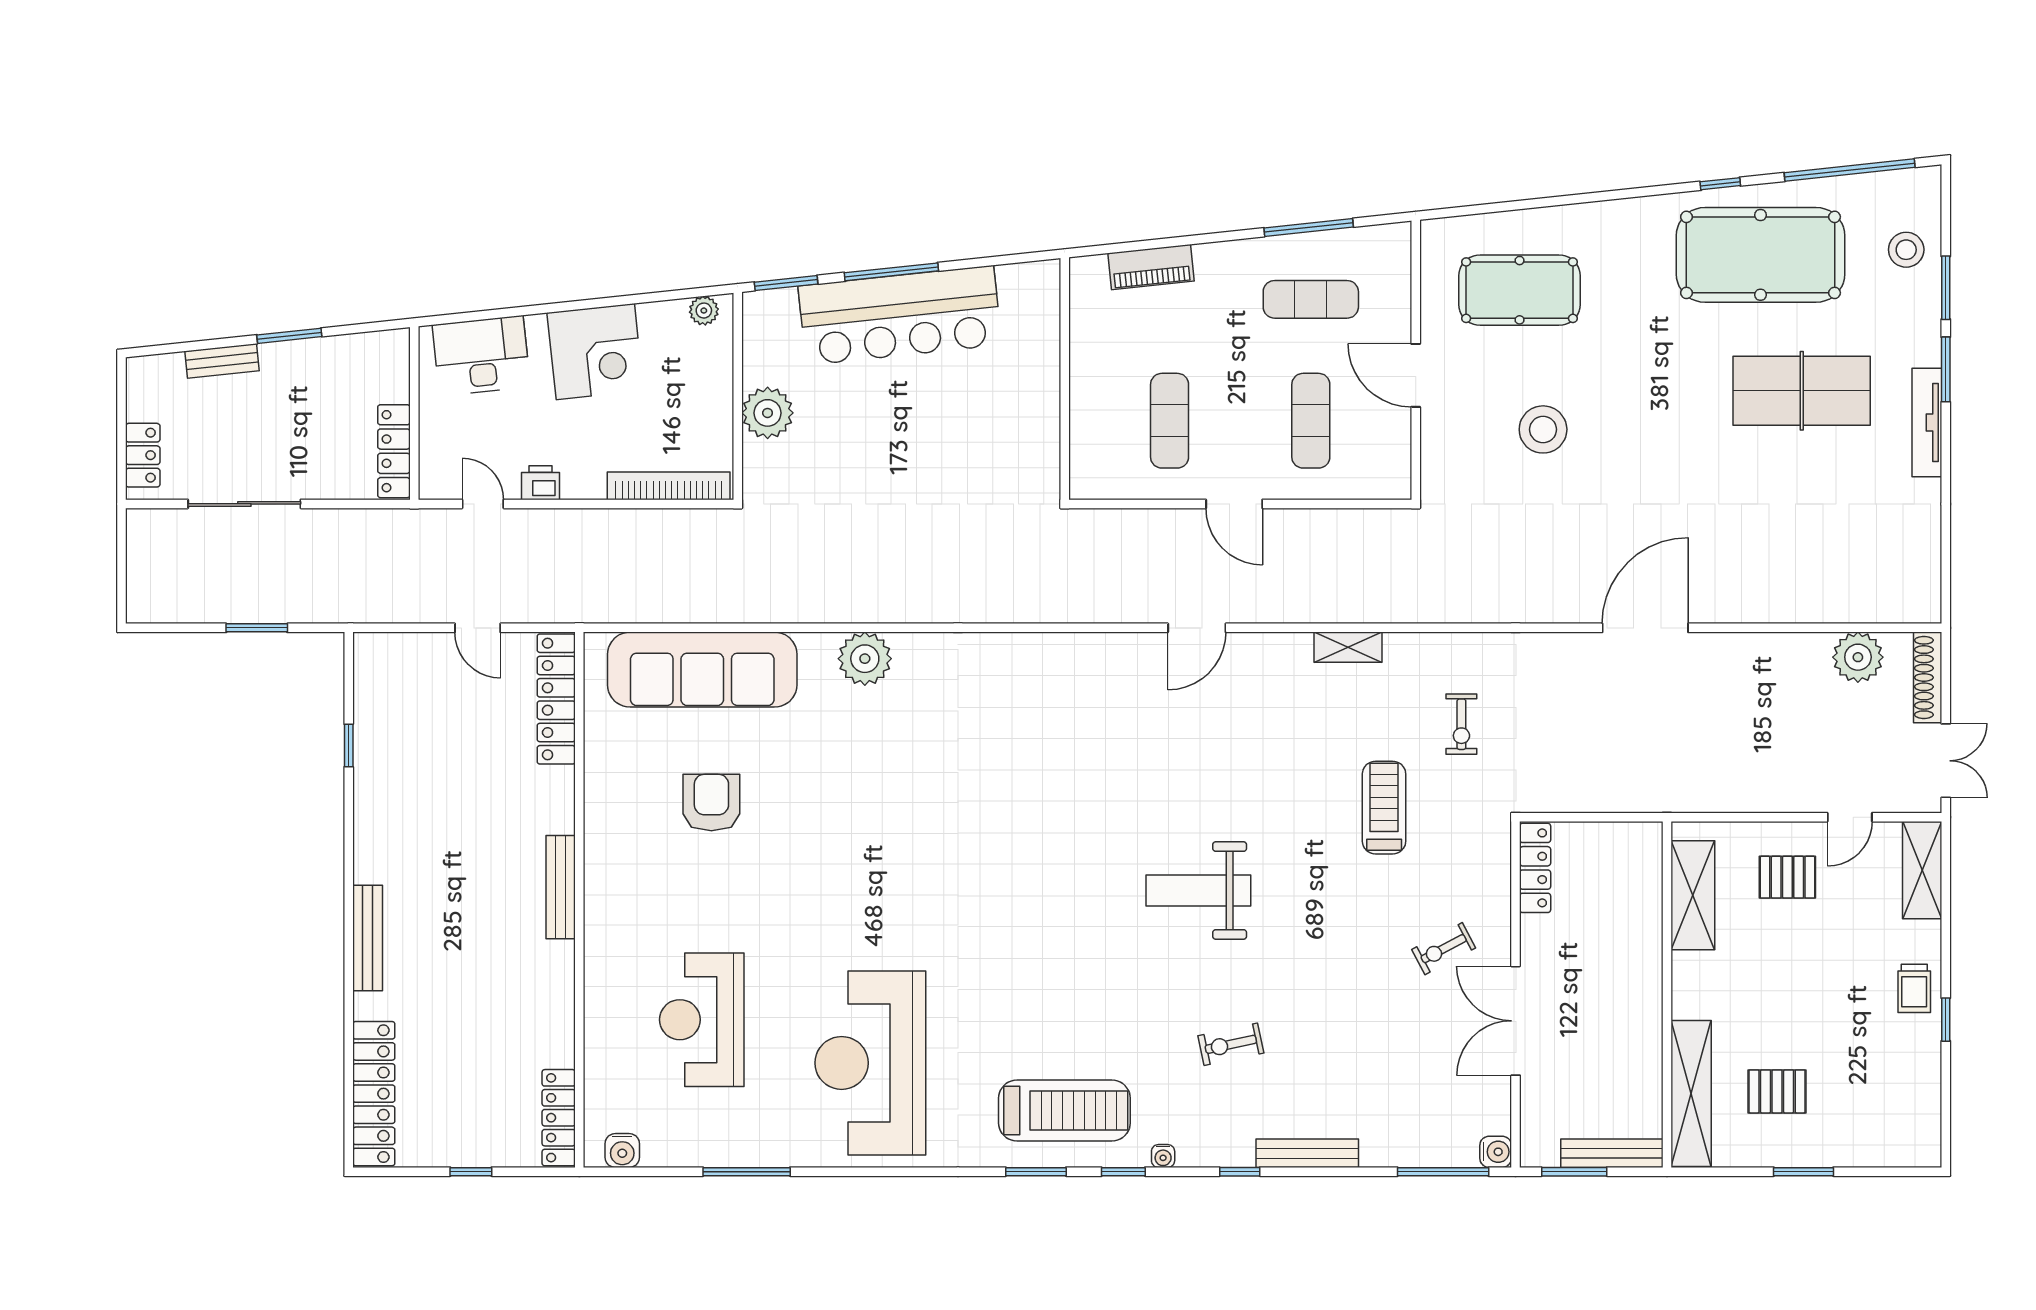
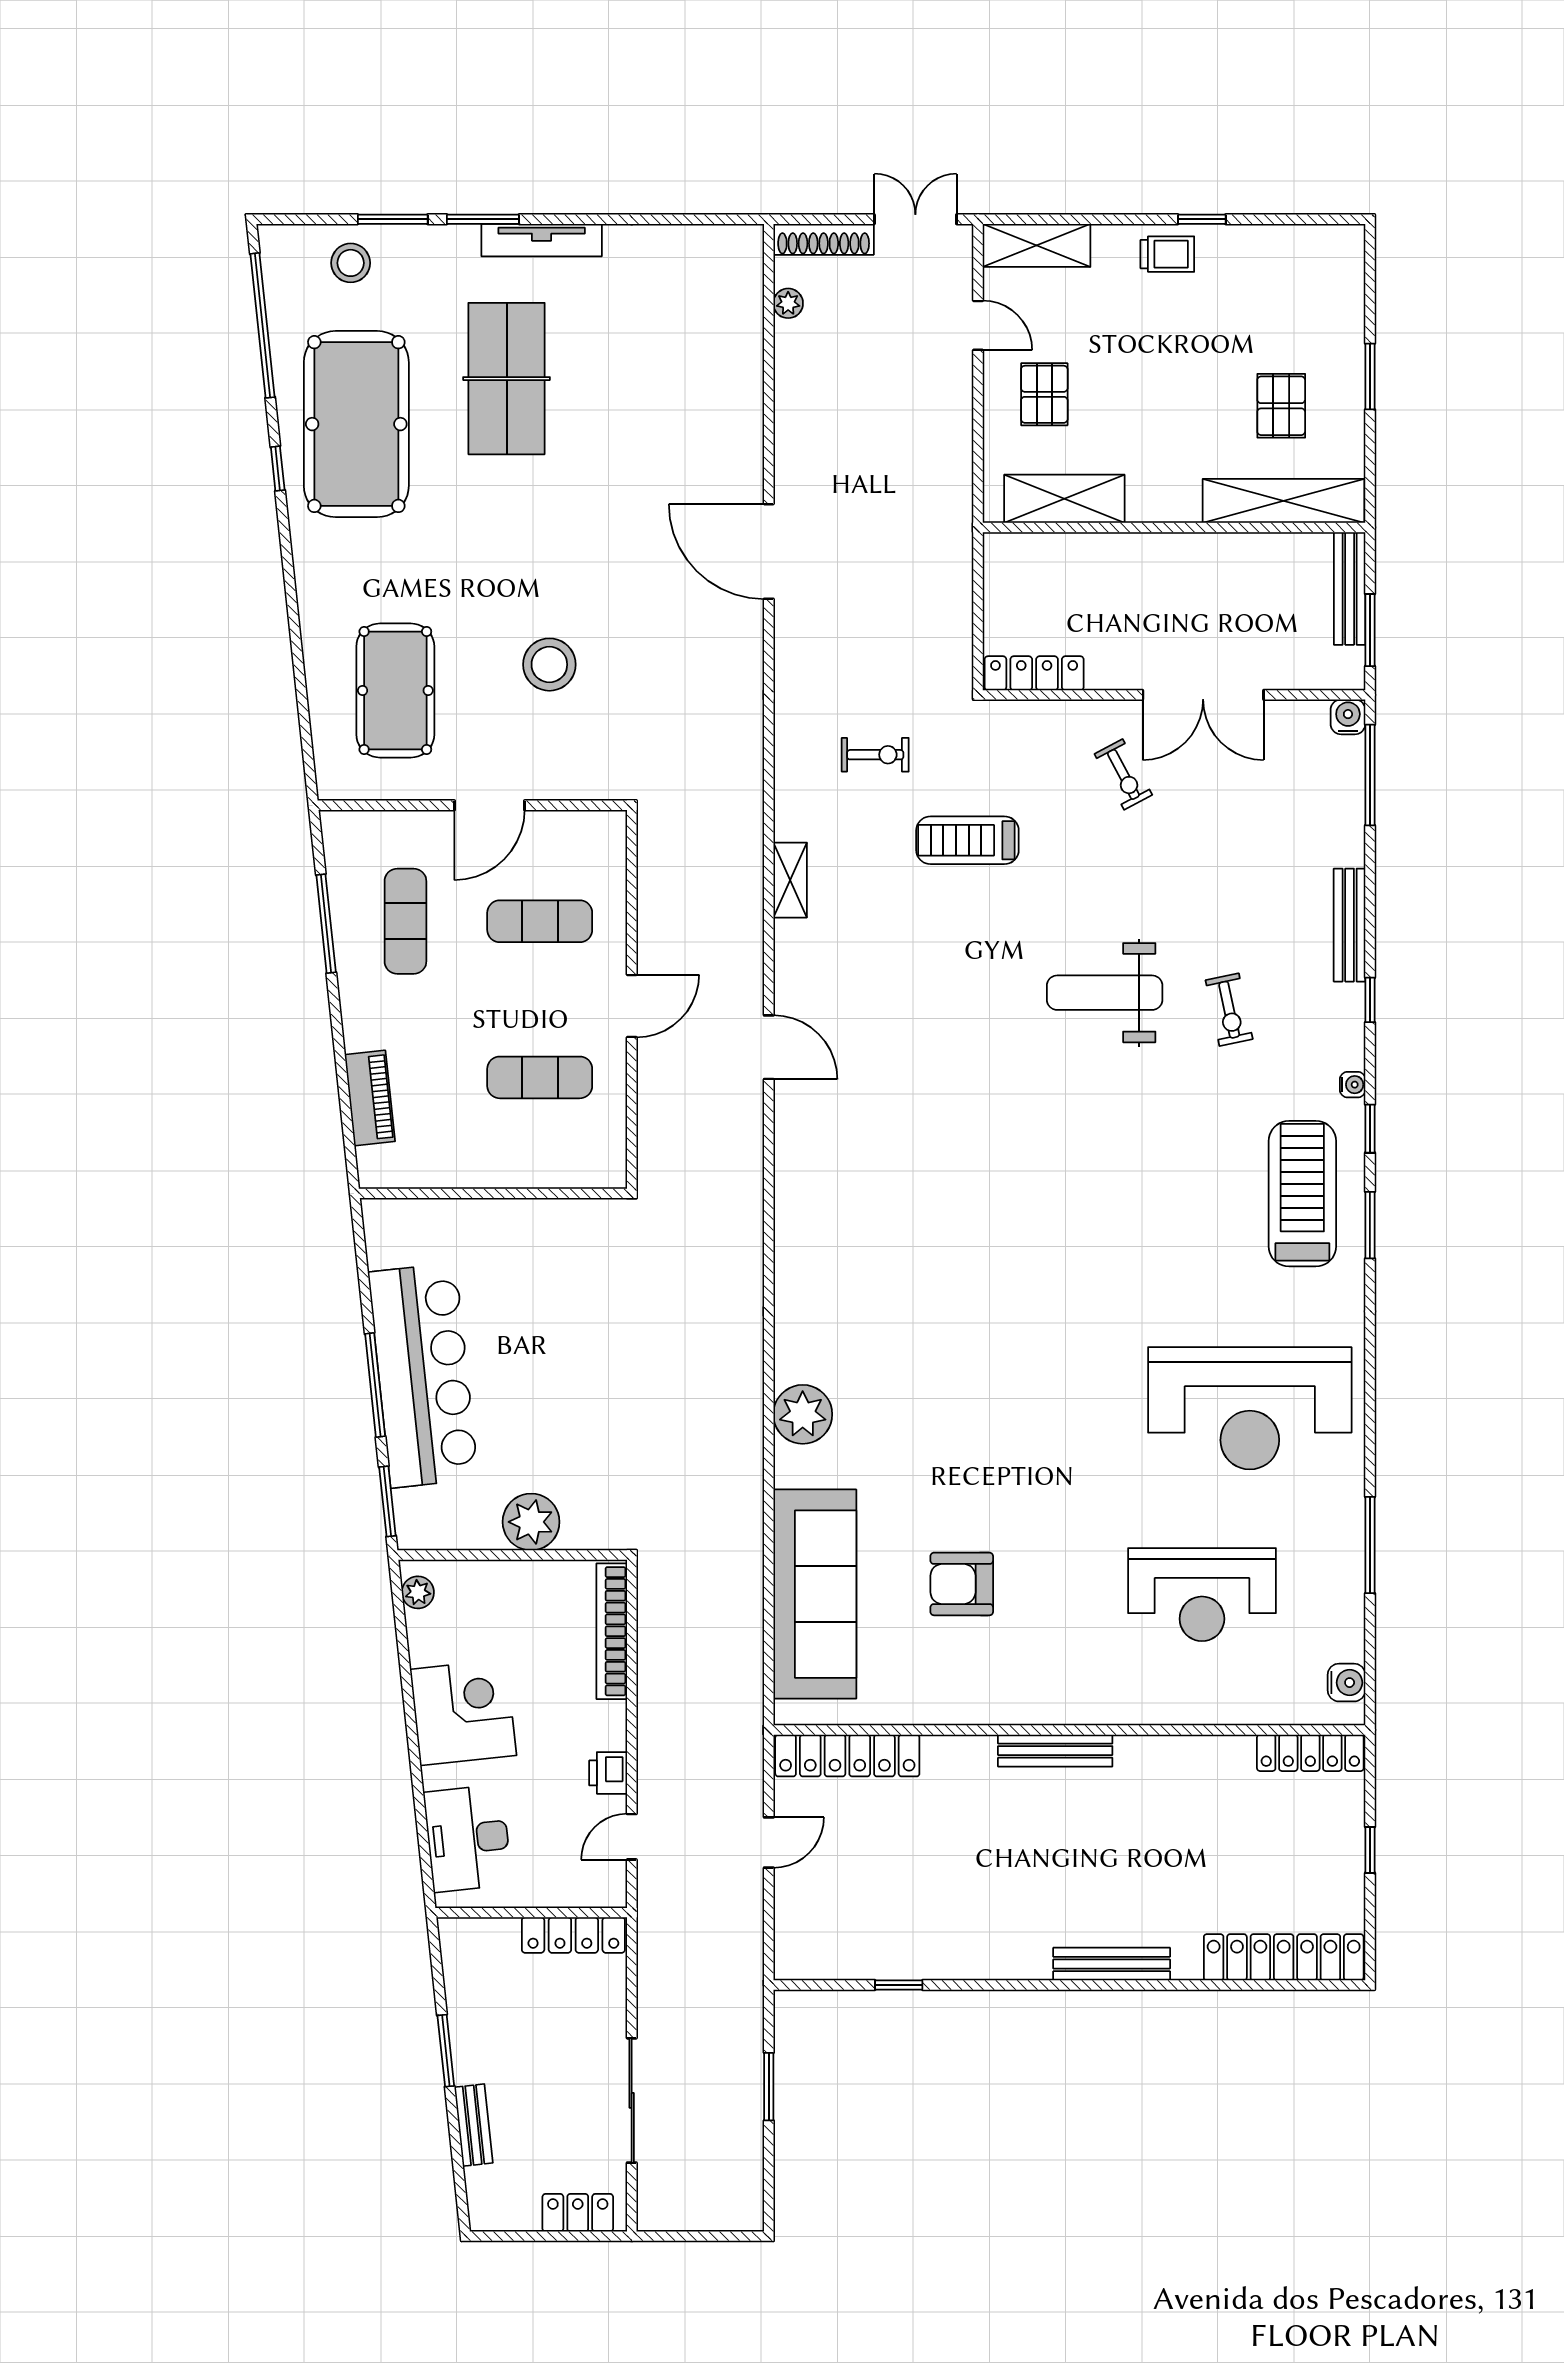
plant: (1858, 657) -> (788, 303), width x0.53, depth x0.53
weight bench: (1198, 890) -> (1105, 993), moved, turned 90

